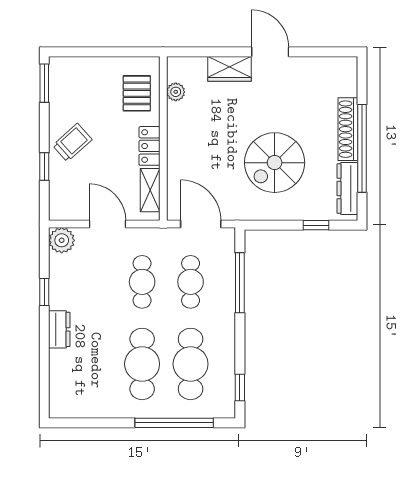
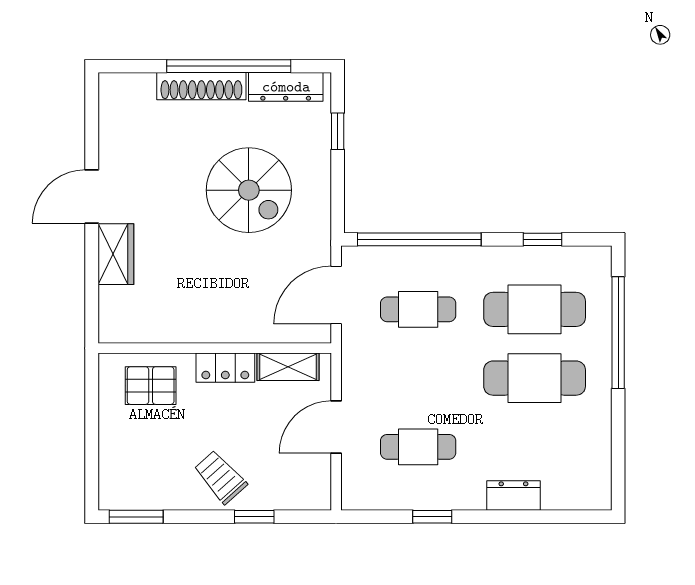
plant: (176, 92) -> (149, 330), removed
plant: (62, 240) -> (359, 492), removed
cafe table: (142, 282) -> (418, 447), moved
window: (240, 283) -> (419, 239), width x1.46
dresser: (59, 329) -> (513, 496), moved
window: (240, 387) -> (542, 239), moved

